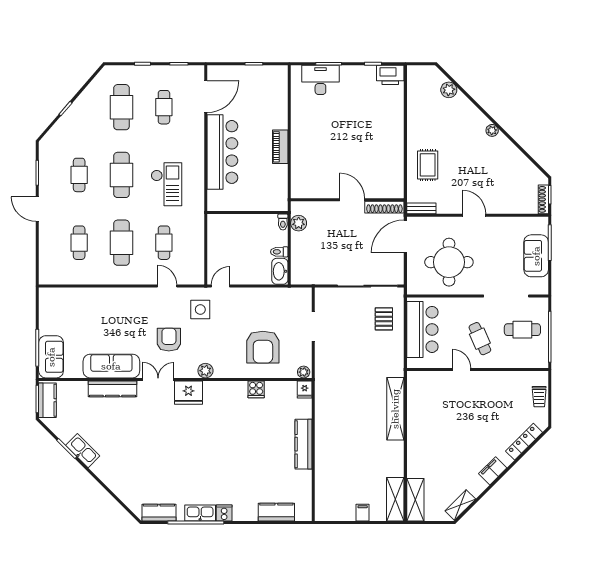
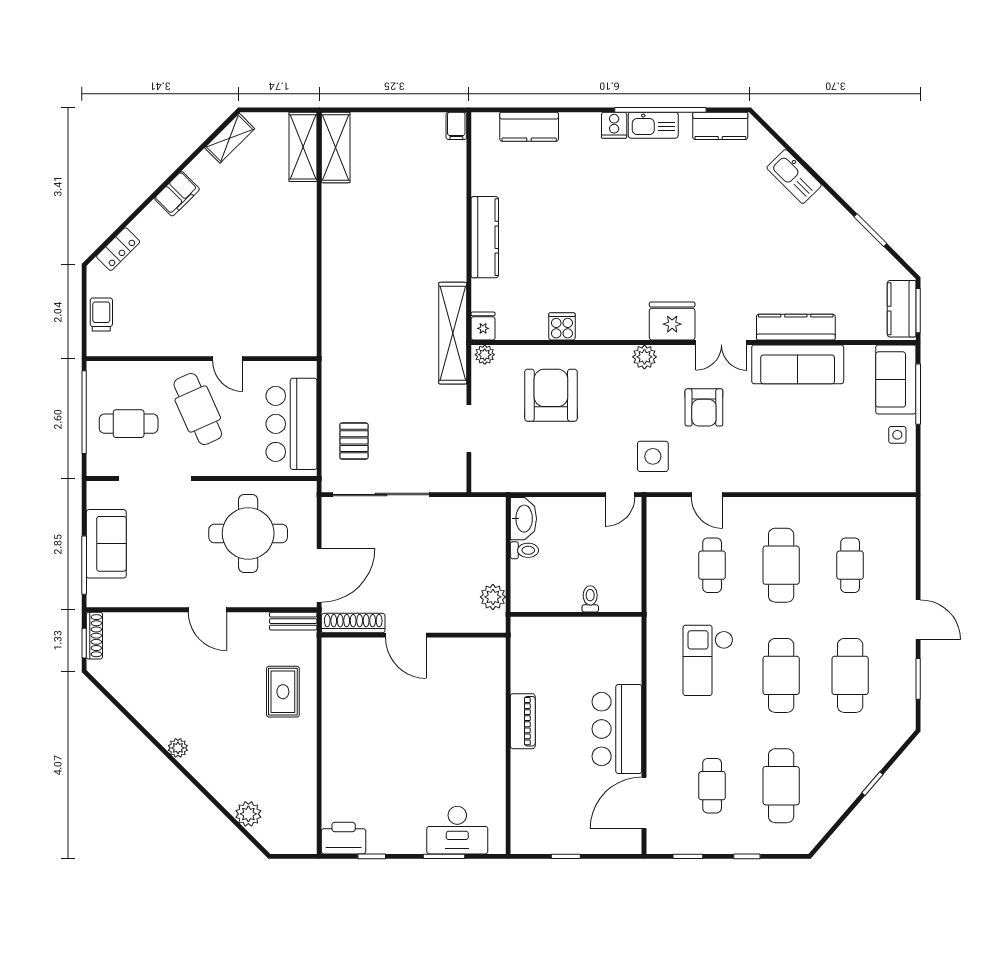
bar counter: (222, 152) -> (617, 729), width x0.73
cafe table: (79, 175) -> (850, 675), width x1.37, depth x1.35
toilet: (283, 222) -> (590, 599), moved
side table: (50, 323) -> (897, 435), added
cafe table: (480, 339) -> (198, 409), width x1.37, depth x1.35
shelving: (395, 409) -> (453, 333), moved
locker: (524, 442) -> (118, 249), width x0.66
kitchen sink: (83, 451) -> (794, 176), moved
filing cabinet: (363, 513) -> (456, 126), moved

